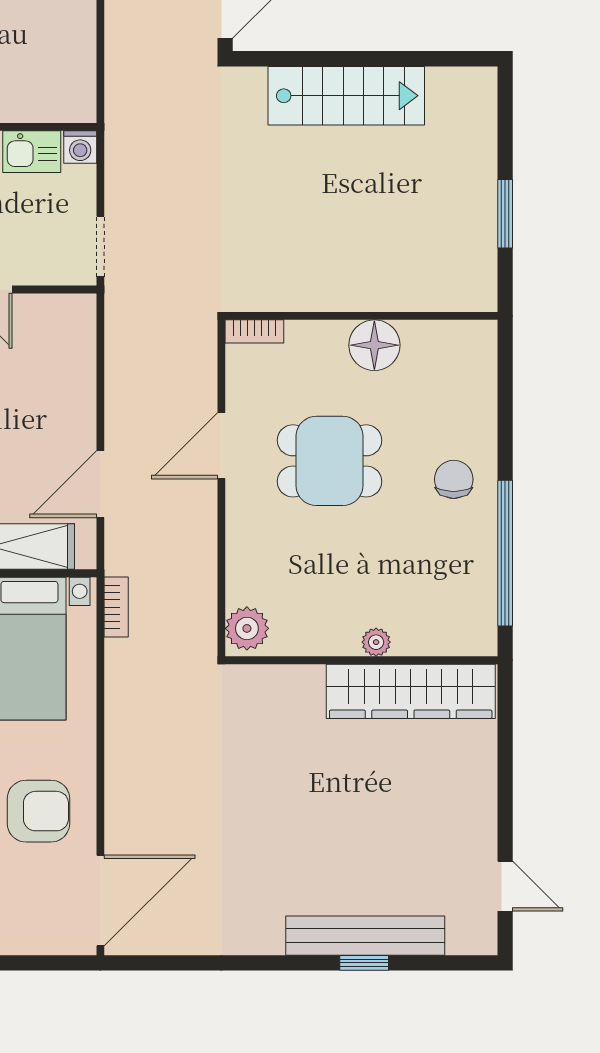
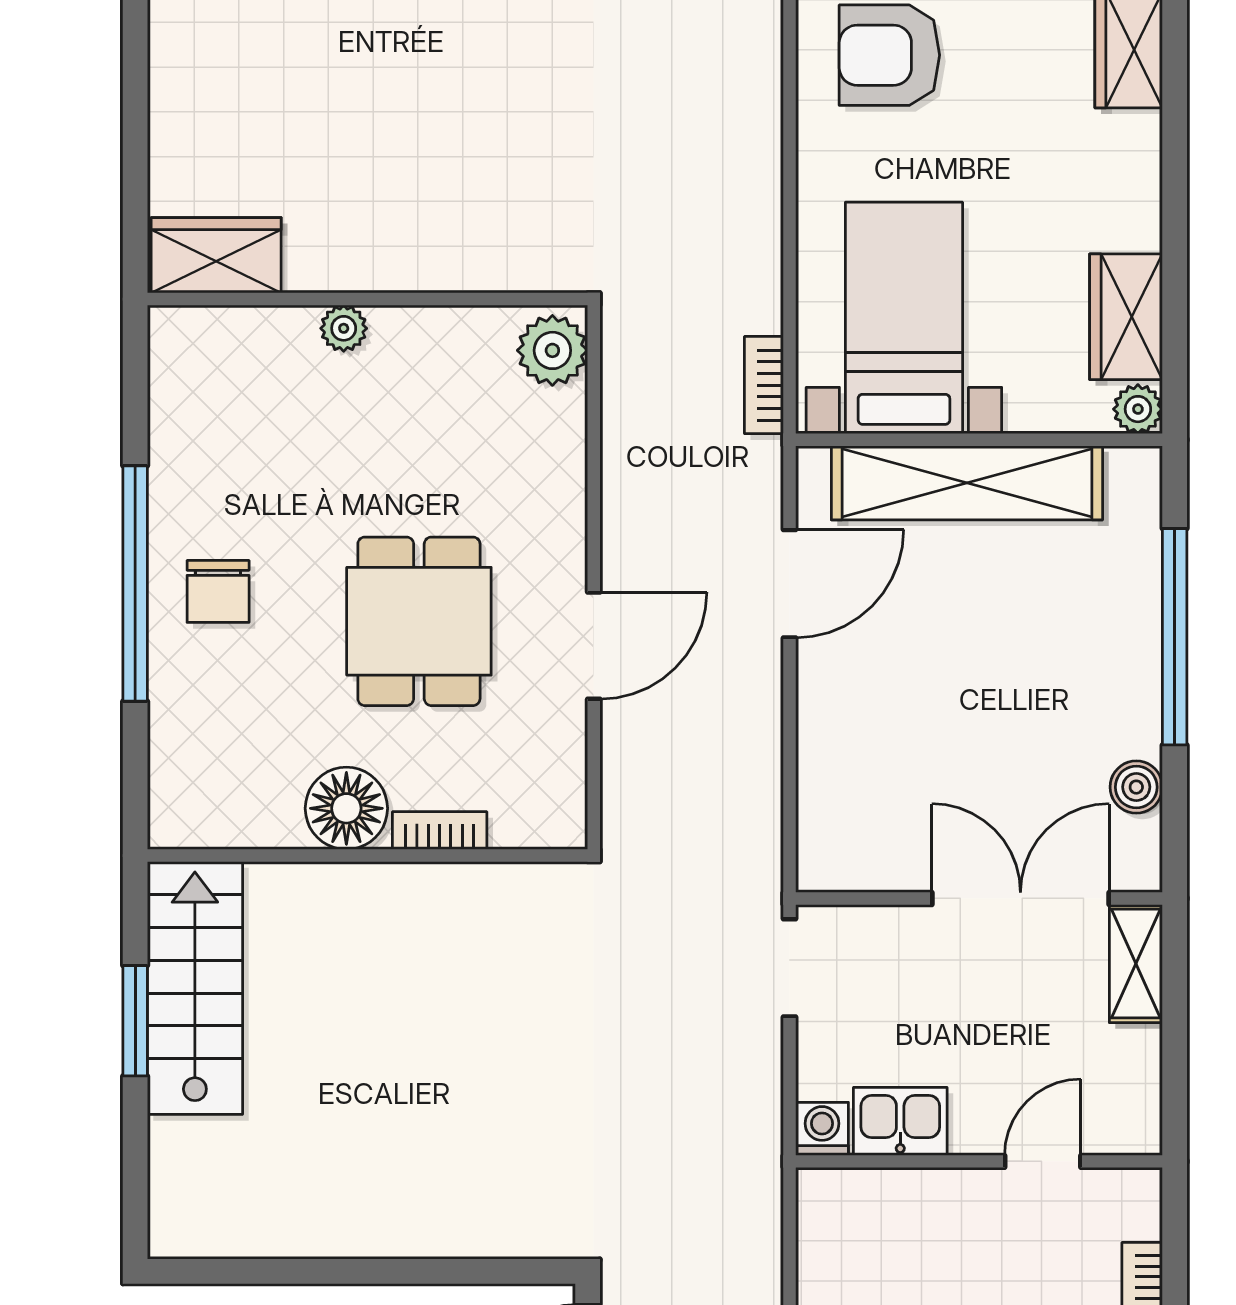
stairs: (346, 96) -> (195, 988), moved, turned 90
bookcase: (254, 331) -> (440, 831), moved
dining table: (330, 461) -> (419, 621), turned 90
window: (505, 553) -> (135, 584), moved
wardrobe: (411, 691) -> (216, 255), width x0.48, depth x0.85

